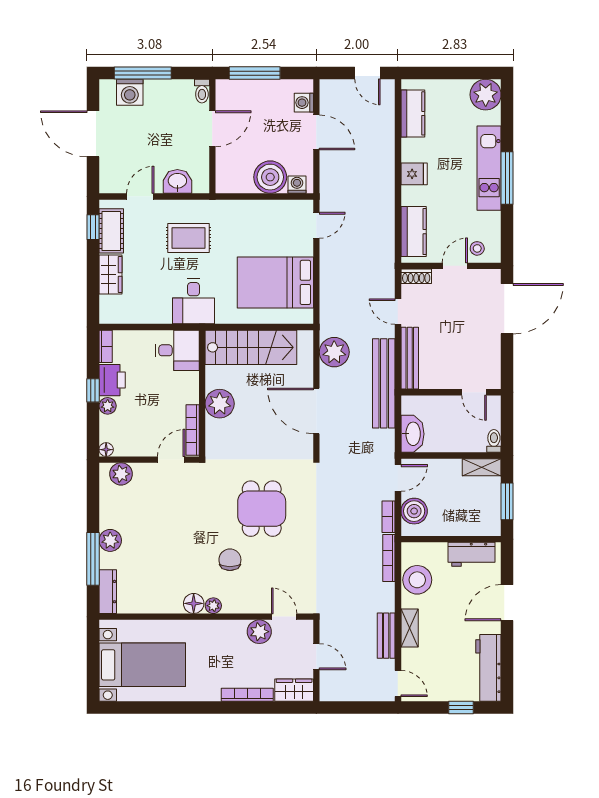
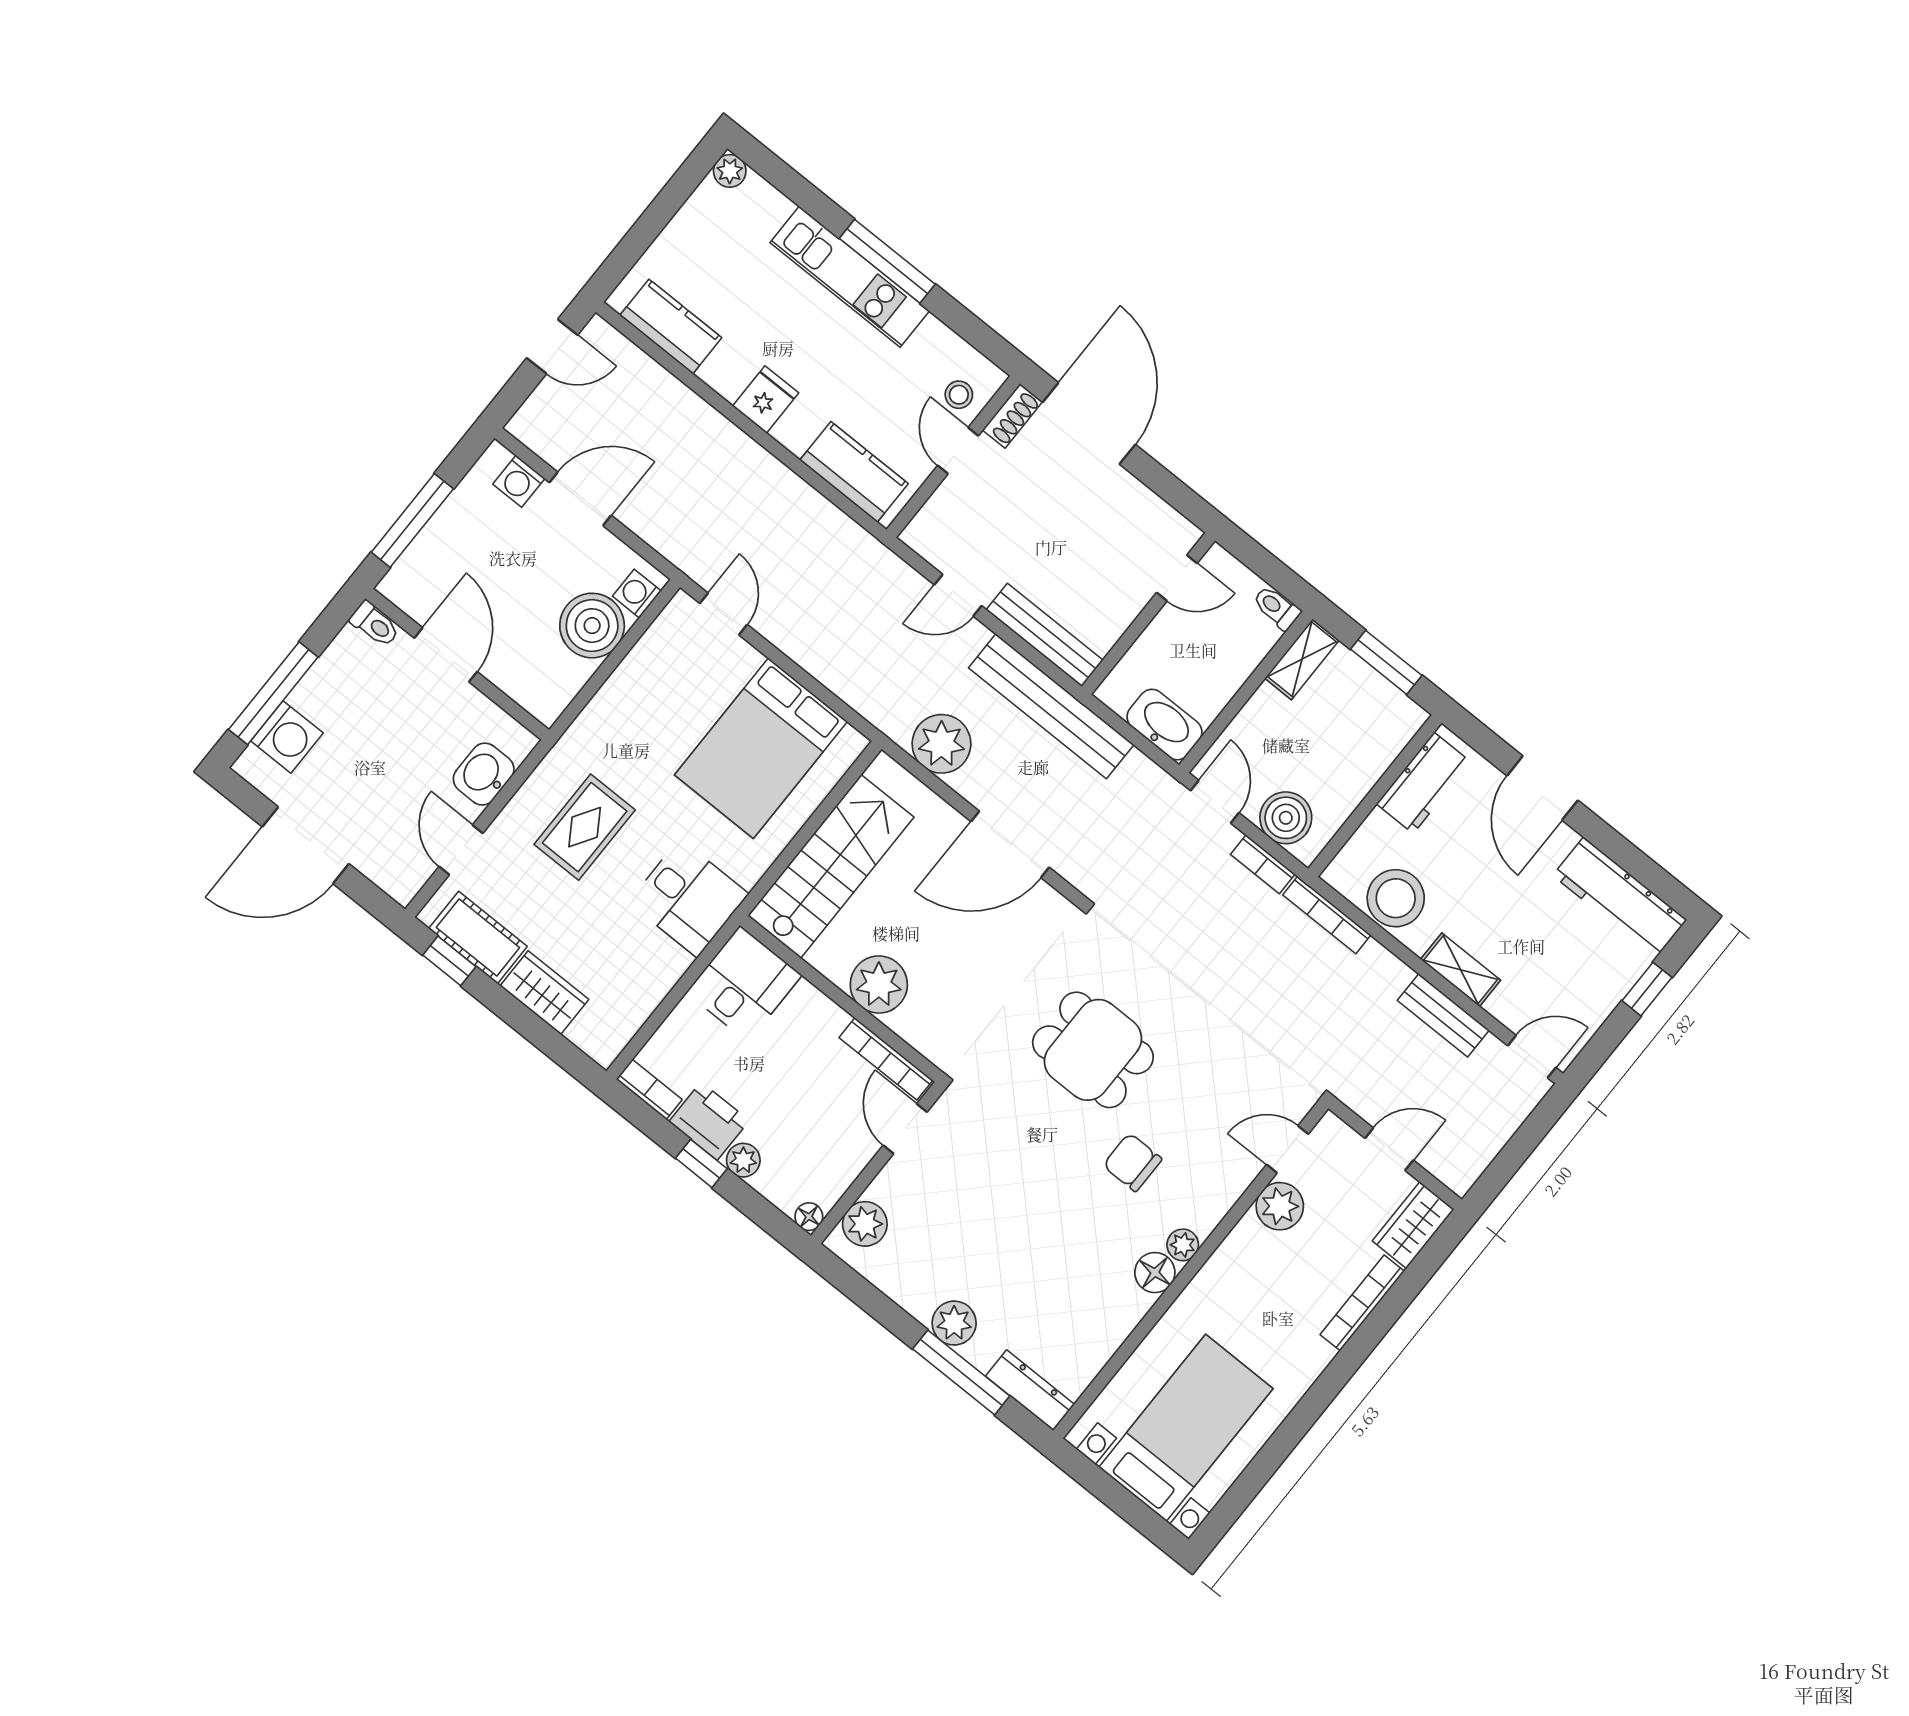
plant: (486, 95) -> (730, 171), width x0.53, depth x0.53
shoe rack: (416, 276) -> (1012, 416), moved

